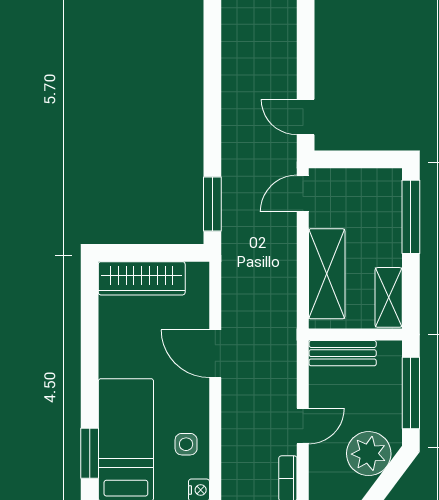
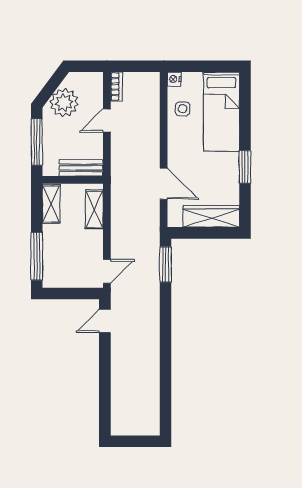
door: (306, 117) -> (105, 321), swing flipped
shelving: (327, 274) -> (94, 210), width x0.67, depth x0.75
door: (215, 354) -> (164, 184), moved
window: (90, 453) -> (245, 167), moved

